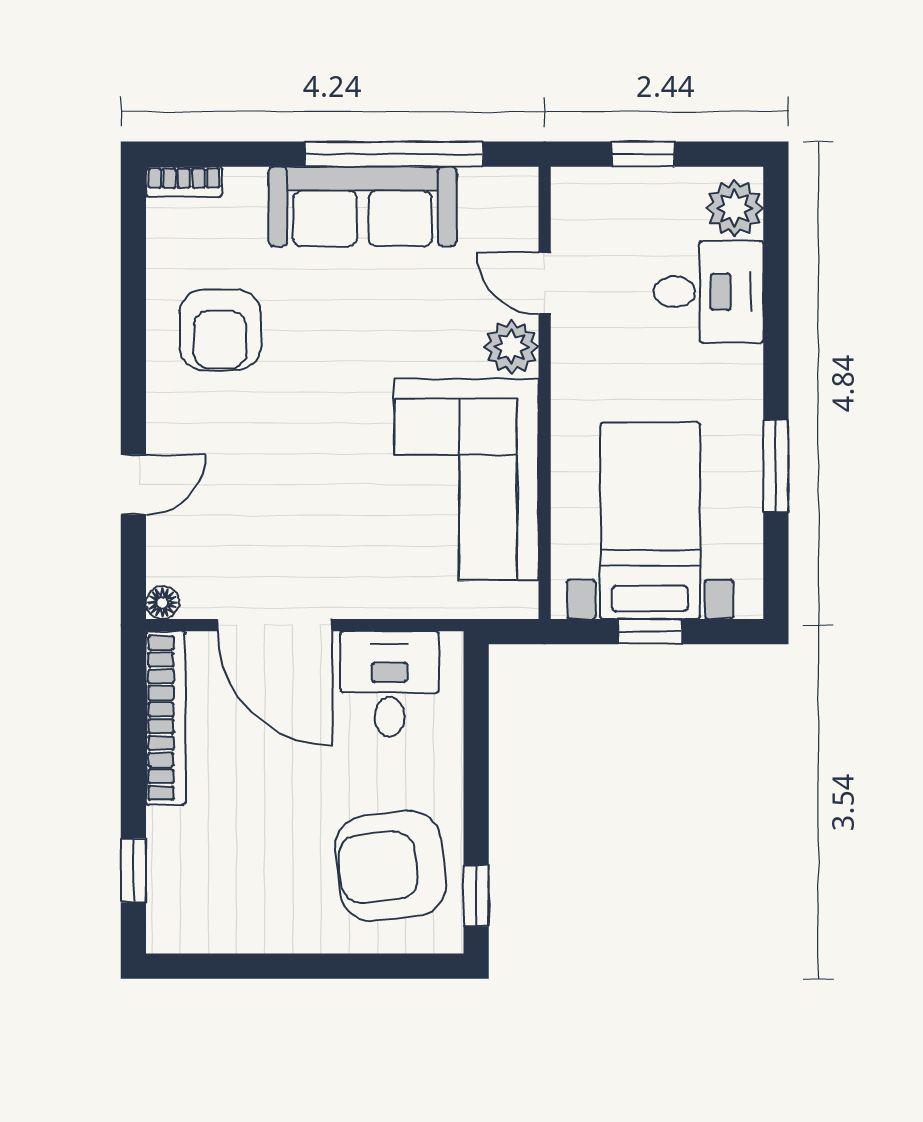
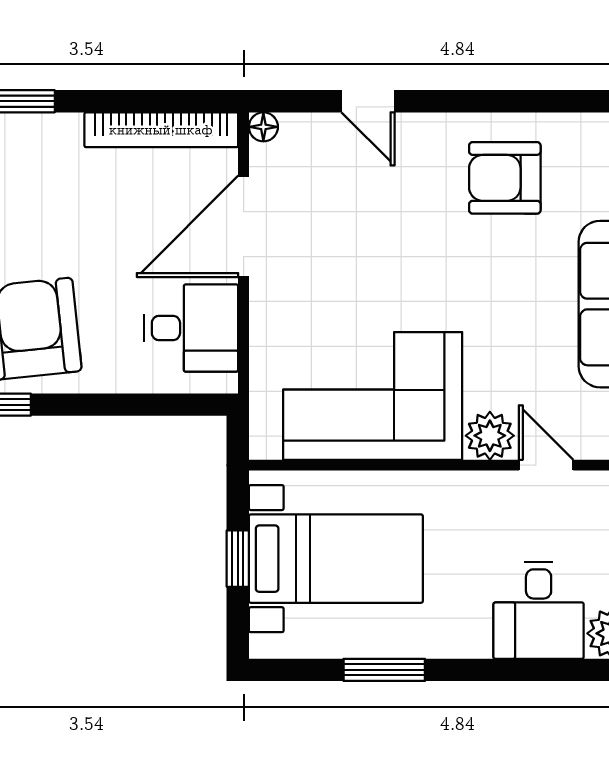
door: (545, 283) -> (546, 465), hinge flipped

